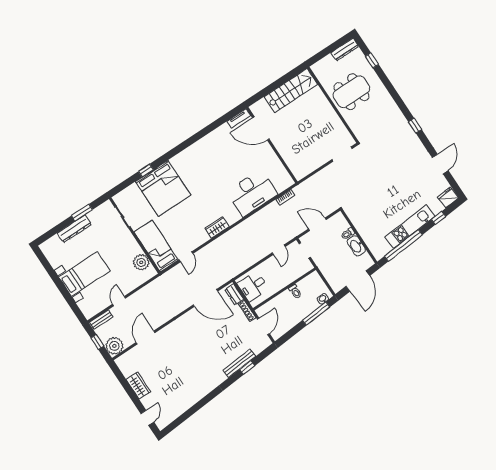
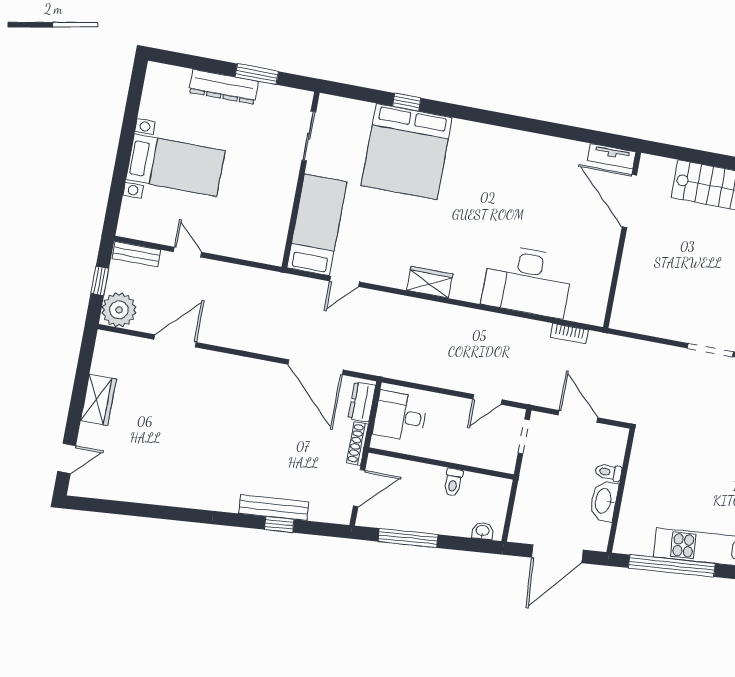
plant: (141, 262) -> (273, 227), removed
door: (119, 301) -> (187, 252), hinge flipped
window: (316, 314) -> (408, 538), moved

